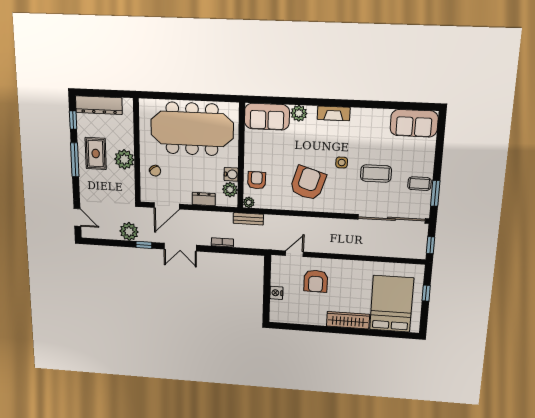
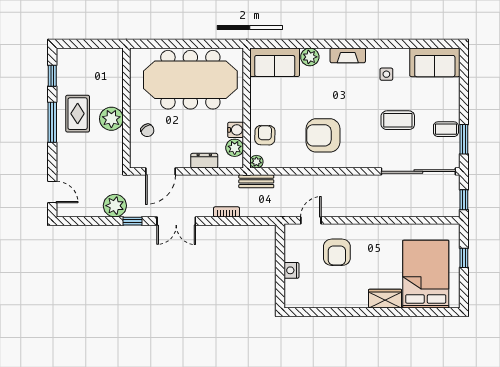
dresser: (99, 105) -> (83, 57), removed
side table: (342, 162) -> (386, 74), moved
armchair: (308, 183) -> (323, 135), turned -107
wardrobe: (348, 320) -> (385, 299), width x0.67

